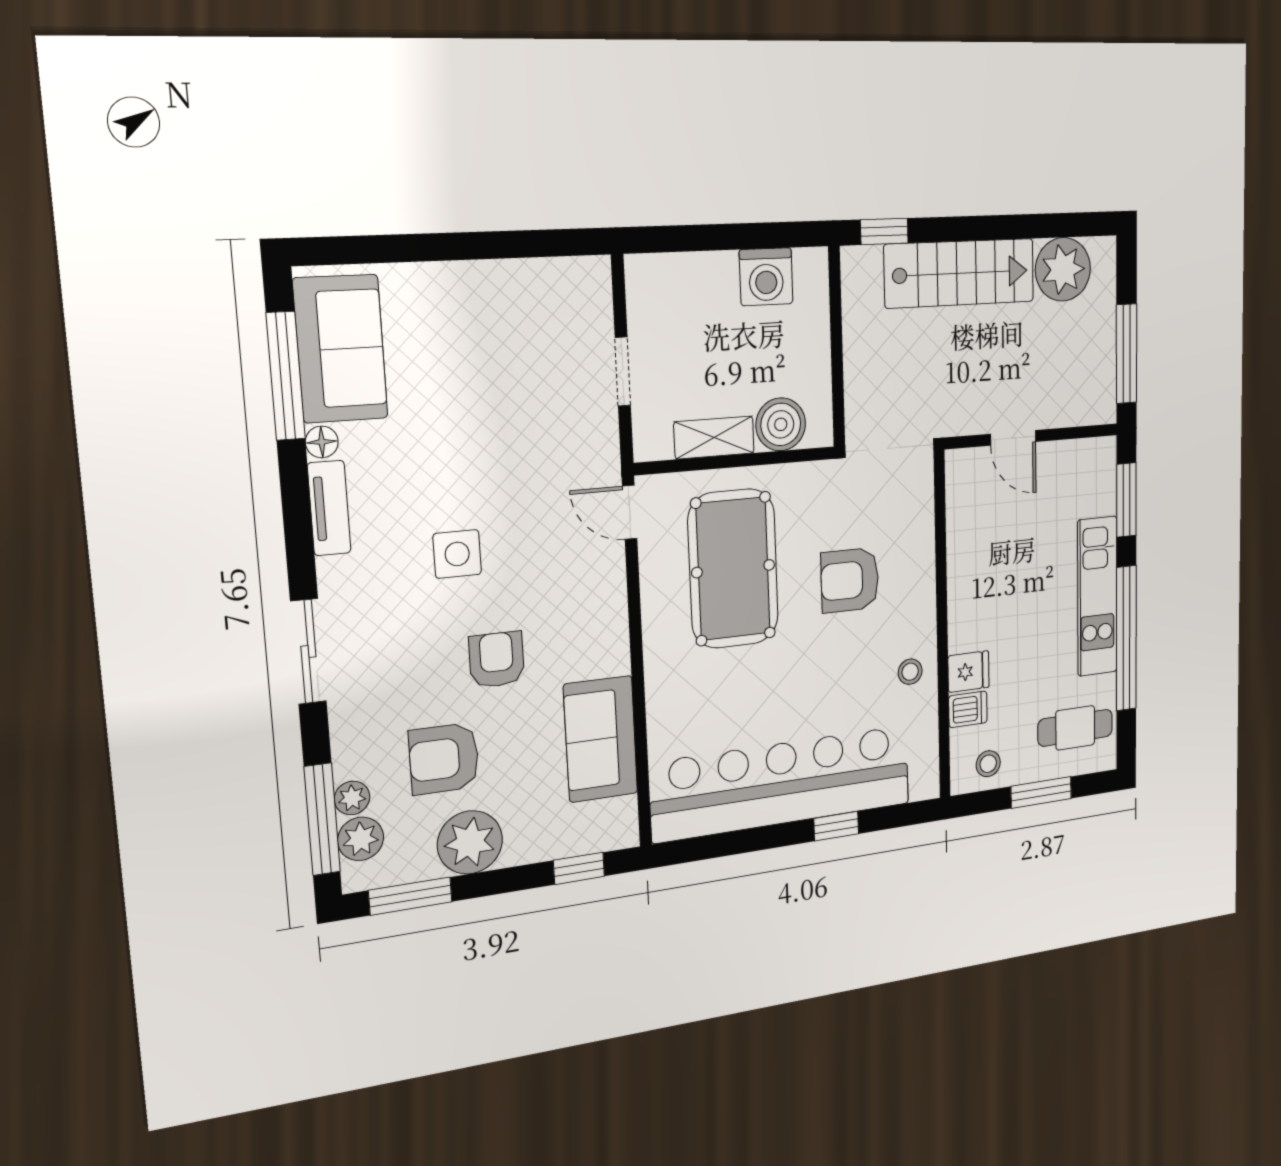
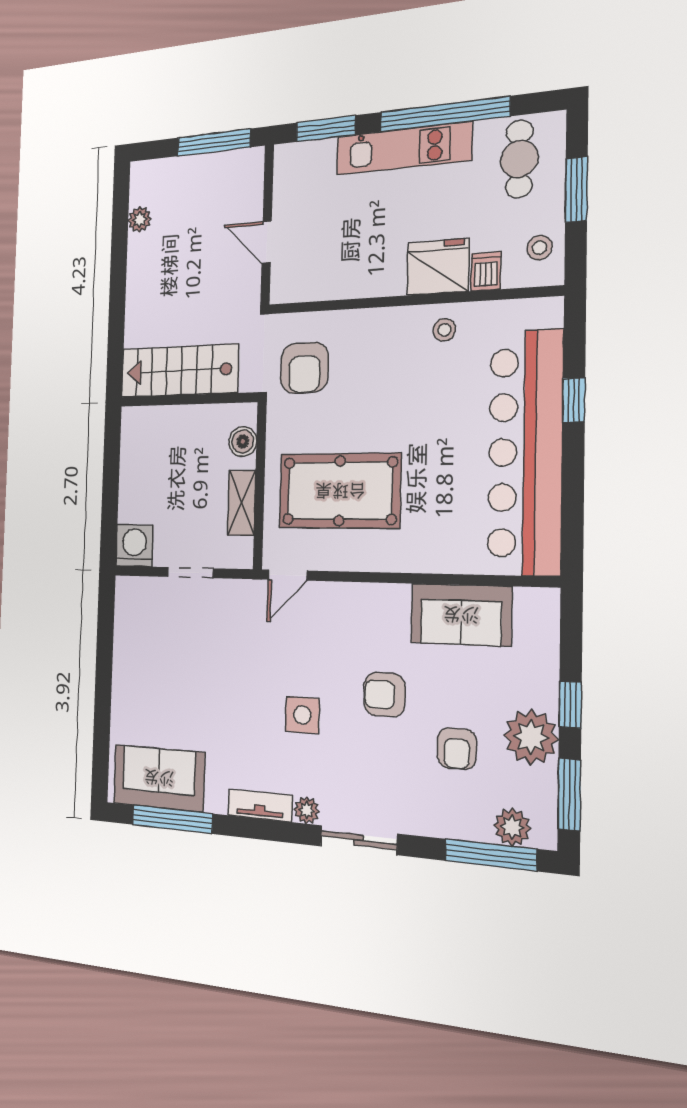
window: (884, 231) -> (115, 361), removed
plant: (1063, 269) -> (140, 219), width x0.53, depth x0.53
stairs: (960, 273) -> (179, 371), moved, turned -90
washing machine: (766, 277) -> (135, 546), moved, turned -90
boiler: (781, 424) -> (243, 441), width x0.73, depth x0.73
door: (1013, 438) -> (267, 242), swing flipped
floor lamp: (322, 442) -> (216, 802), removed
armchair: (850, 580) -> (304, 368), moved
fridge: (968, 672) -> (438, 267), width x1.88, depth x1.34
armchair: (444, 759) -> (457, 748), width x0.72, depth x0.72
plant: (352, 798) -> (307, 810), moved
window: (579, 868) -> (570, 705), moved

